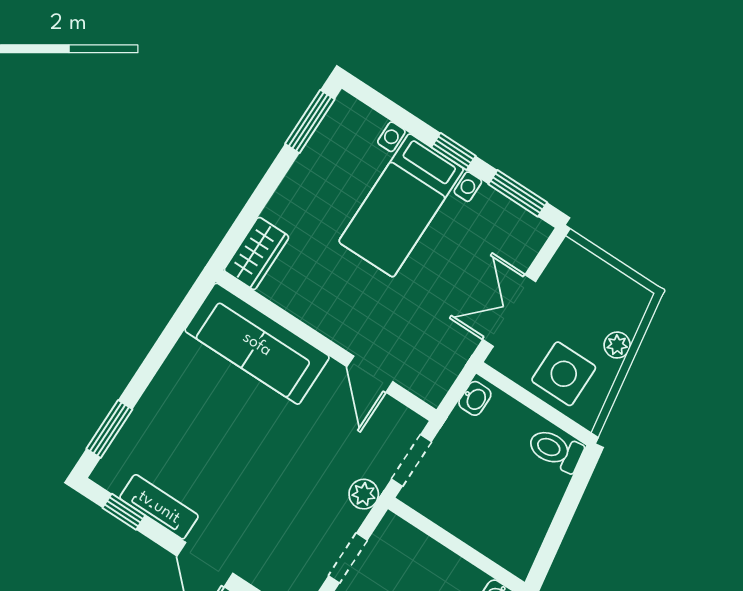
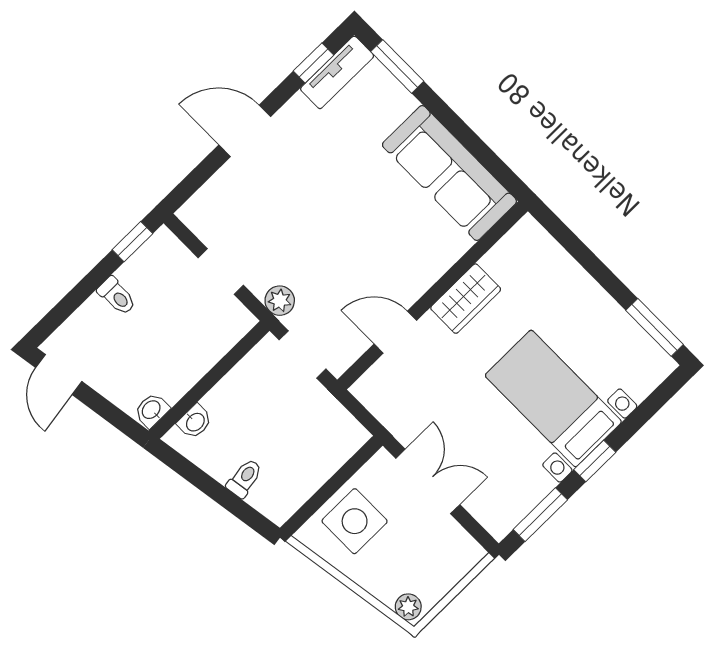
wardrobe: (256, 254) -> (466, 299), moved, turned -90
sofa: (257, 344) -> (449, 173), moved, turned -90
plant: (617, 345) -> (408, 607), moved
washbasin: (475, 398) -> (195, 422), moved, turned -90
toilet: (555, 450) -> (245, 478), moved, width x0.73, depth x0.72
tv unit: (159, 507) -> (337, 72), moved

